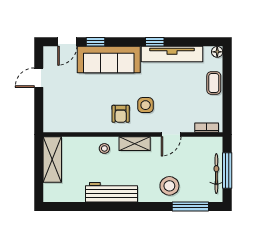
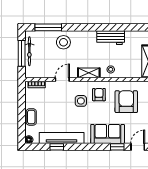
window: (155, 42) -> (57, 147), moved
sofa: (109, 60) -> (108, 134), width x0.73
armchair: (83, 104) -> (126, 102), added
workbench: (112, 192) -> (111, 38), width x0.73

